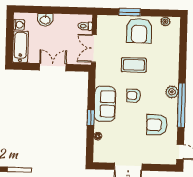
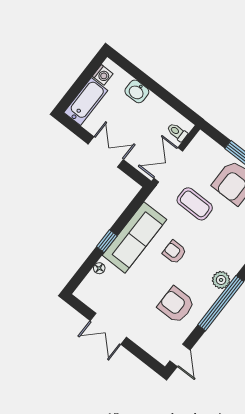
coffee table: (134, 65) -> (195, 204), moved
sofa: (105, 104) -> (134, 237), width x1.36

